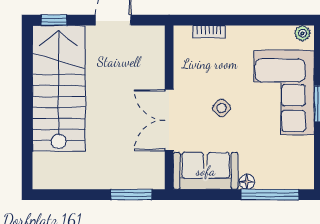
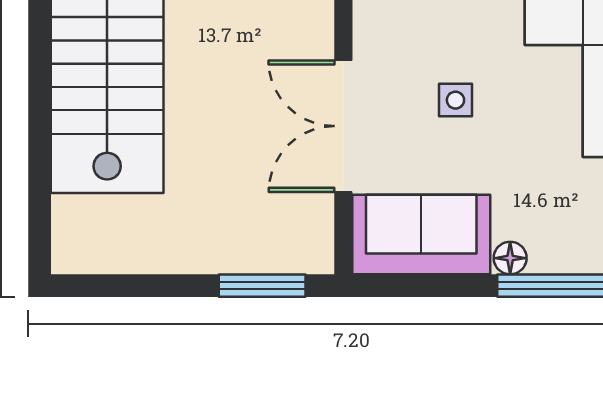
side table: (222, 108) -> (455, 100), turned 45

